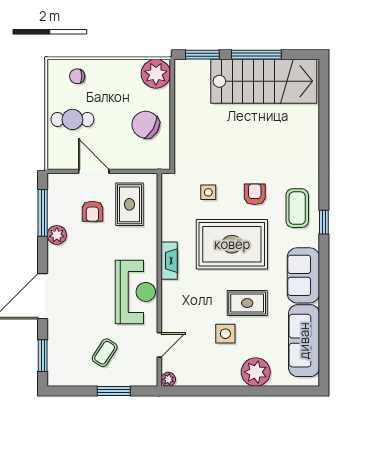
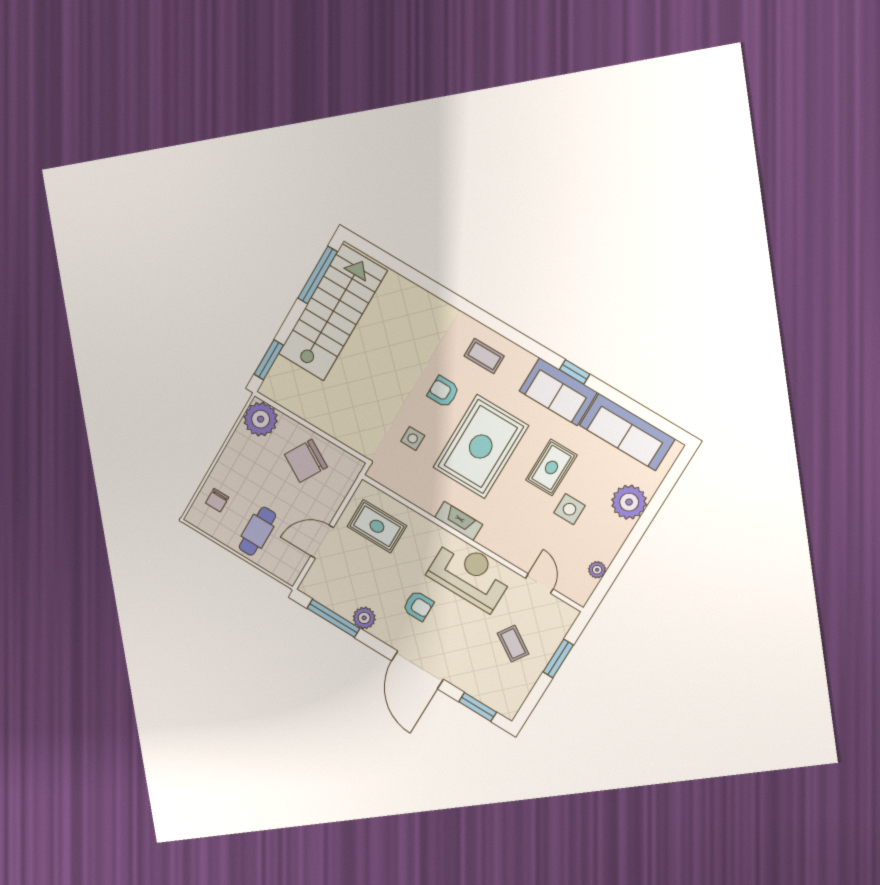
window: (256, 55) -> (318, 275), moved
coffee table: (297, 208) -> (484, 356), width x0.73, depth x0.77
armchair: (92, 211) -> (418, 606), moved
window: (324, 222) -> (575, 372), moved
plant: (168, 379) -> (597, 570), moved

